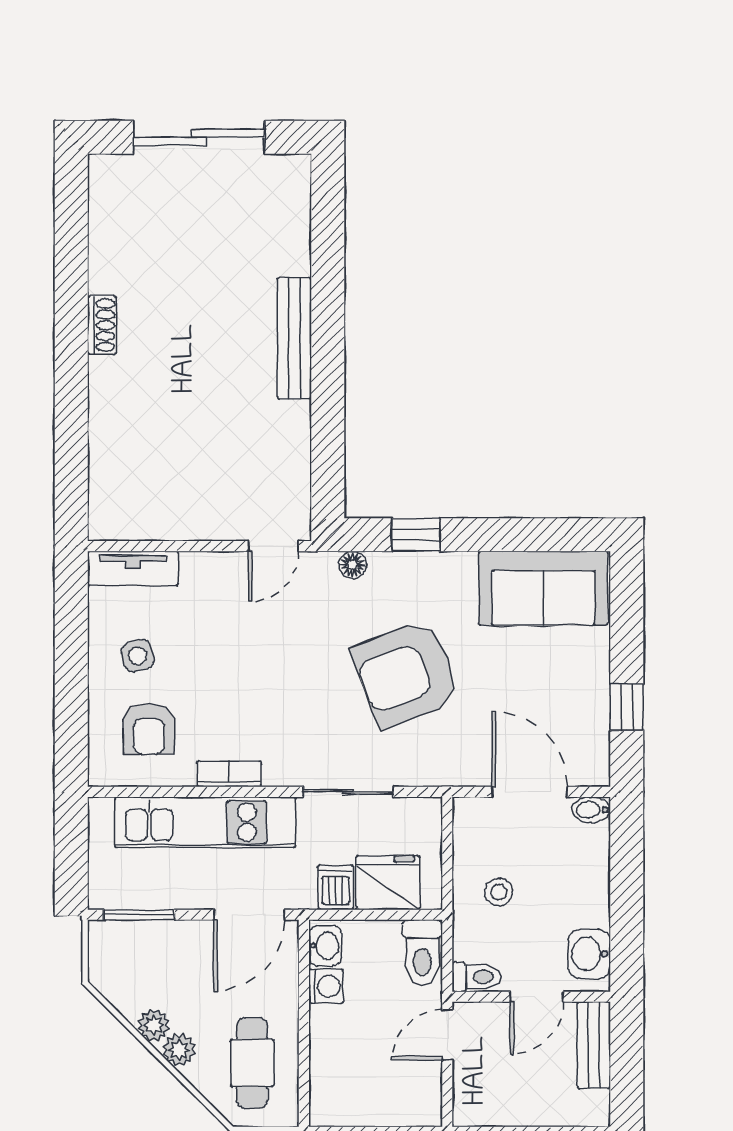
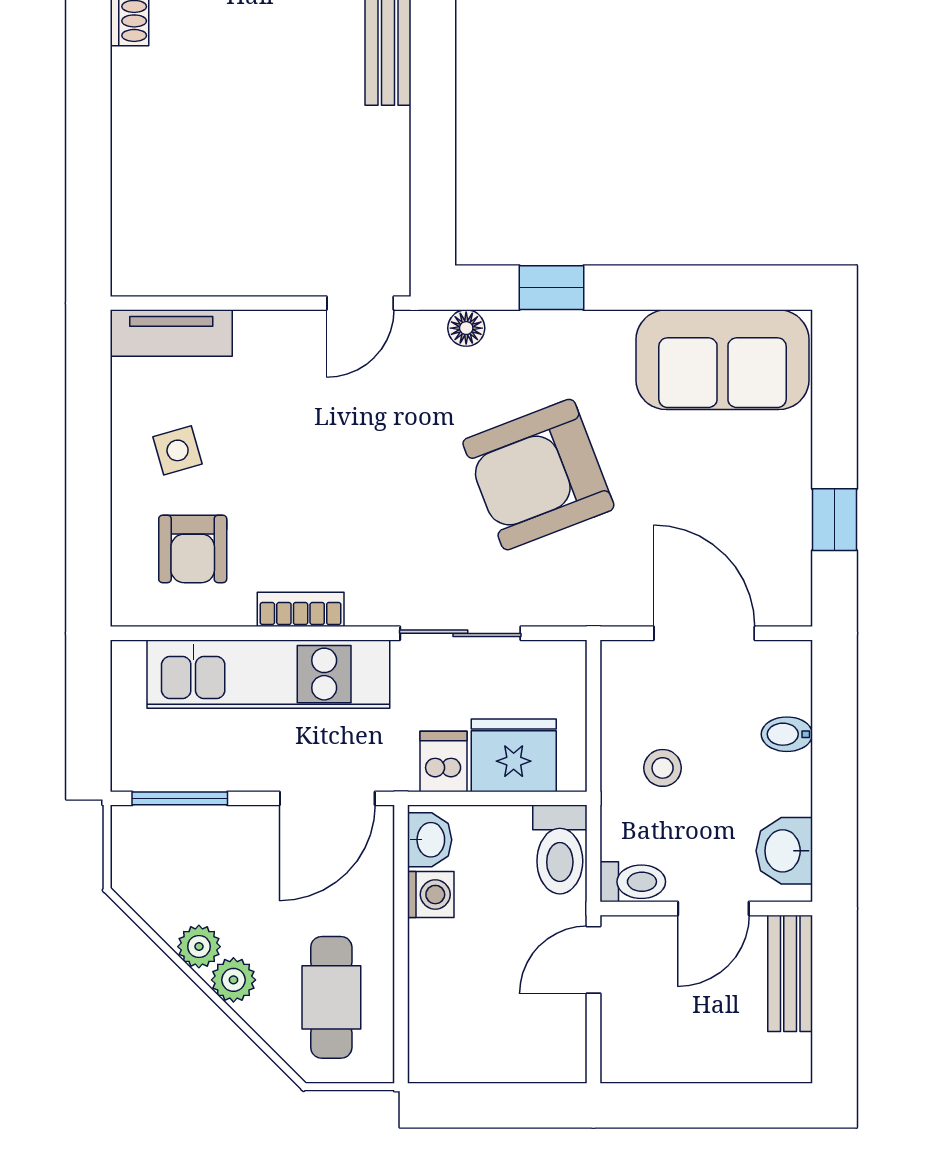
bidet: (591, 810) -> (787, 734), moved

